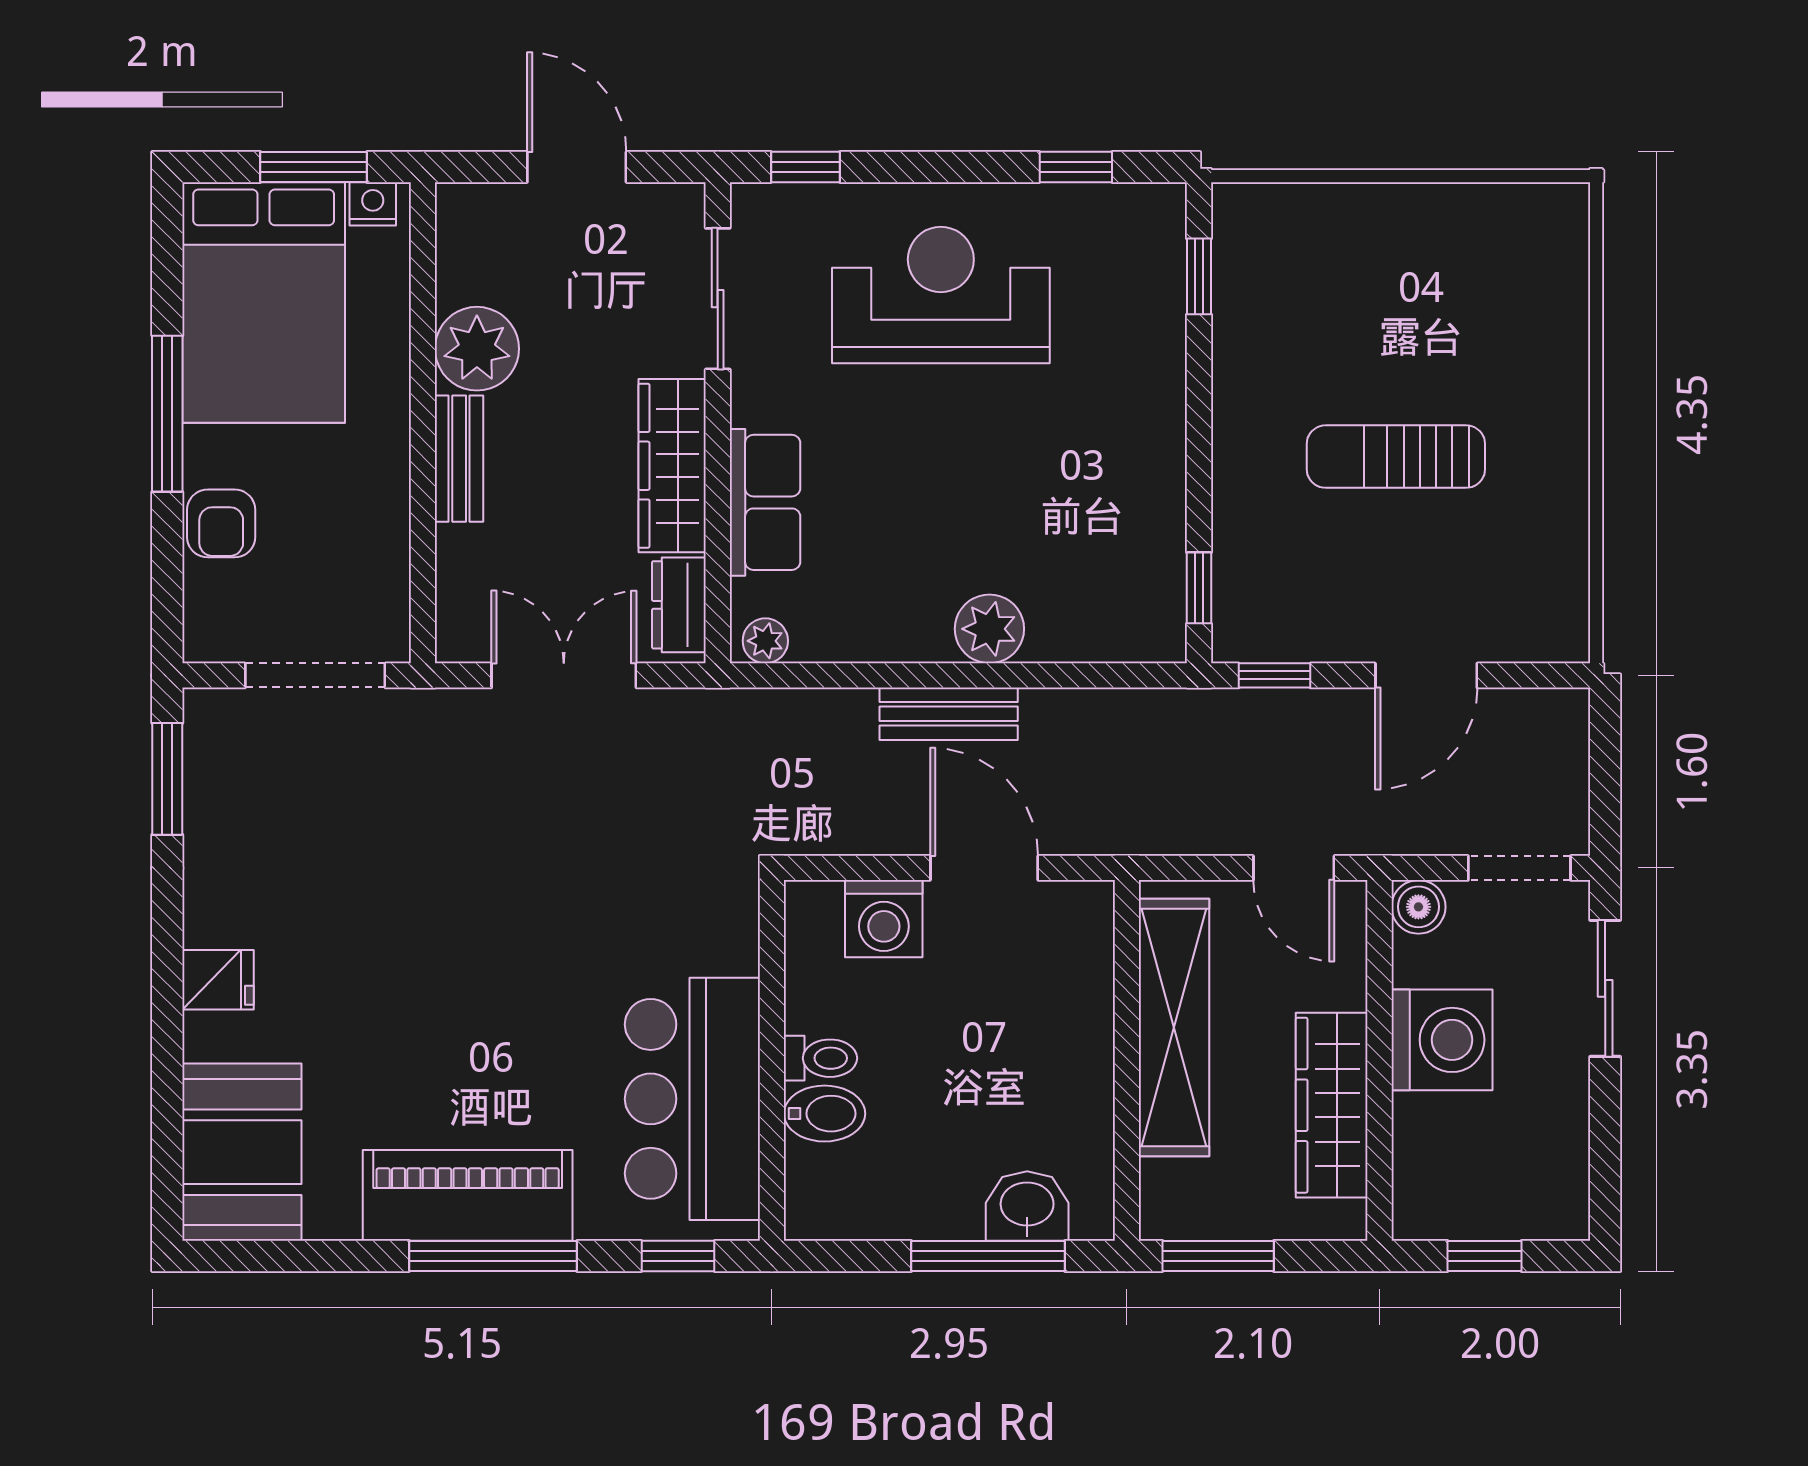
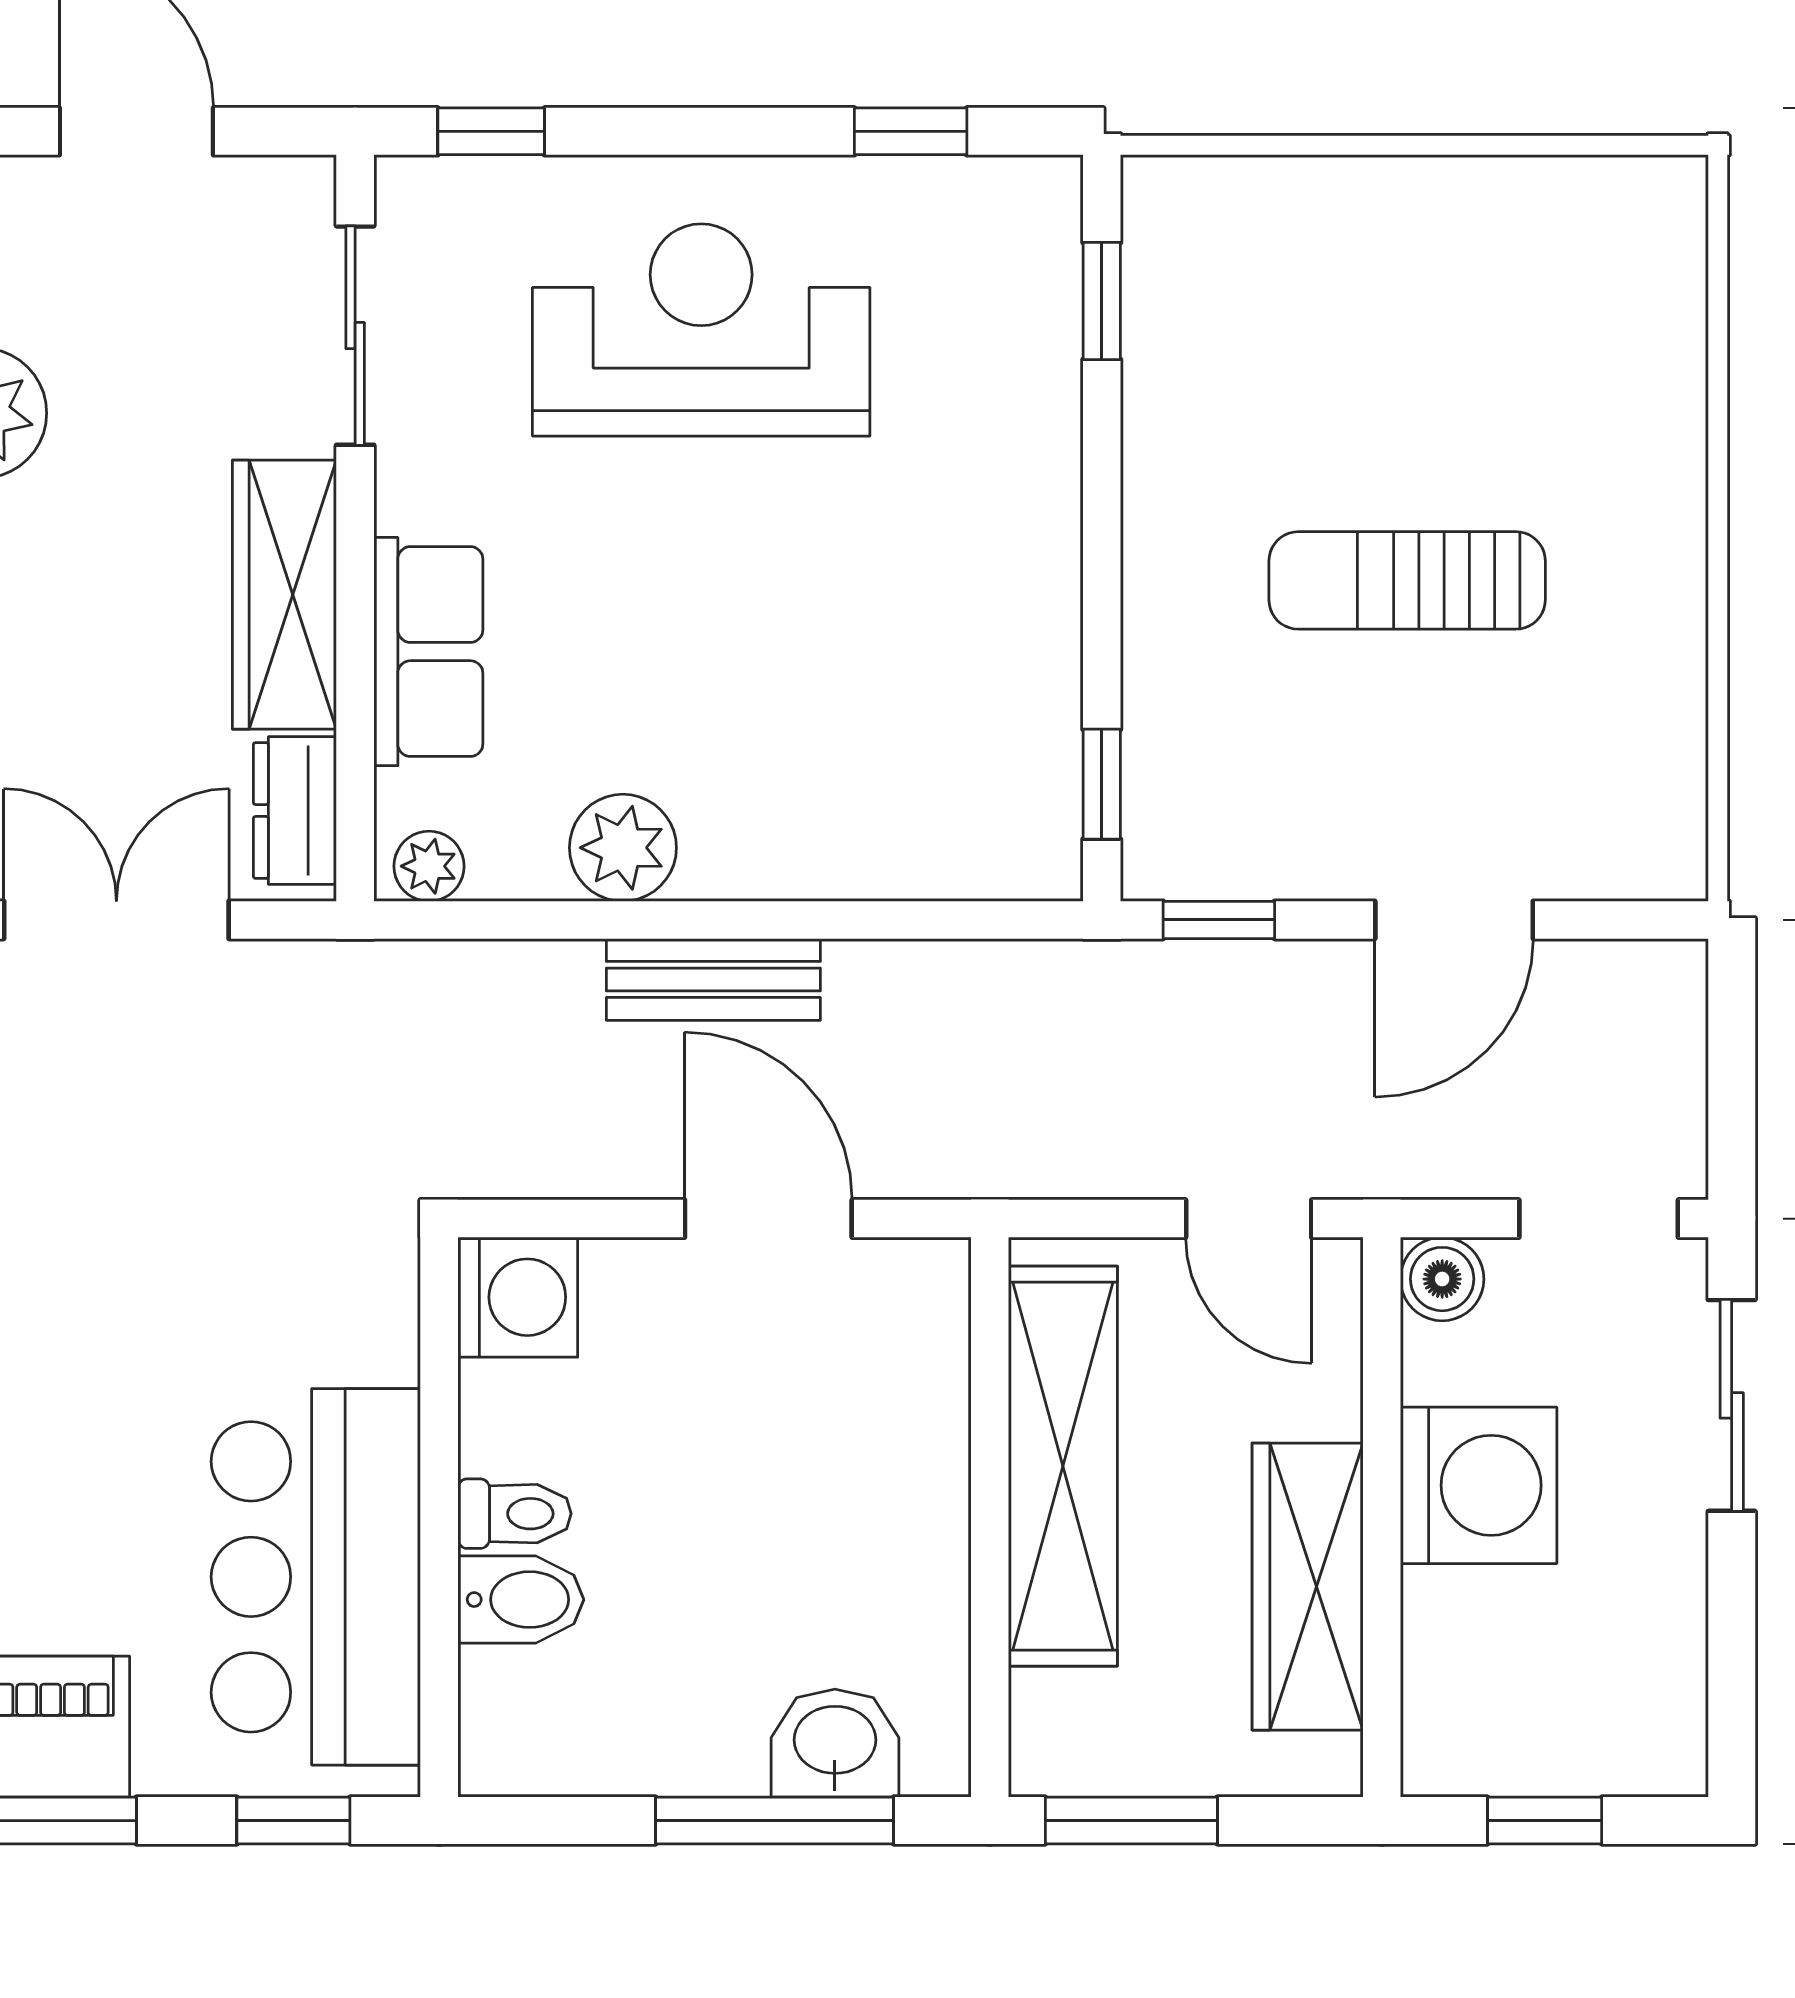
plant: (989, 629) -> (623, 848), moved
washing machine: (884, 919) -> (518, 1297), moved, turned -90

